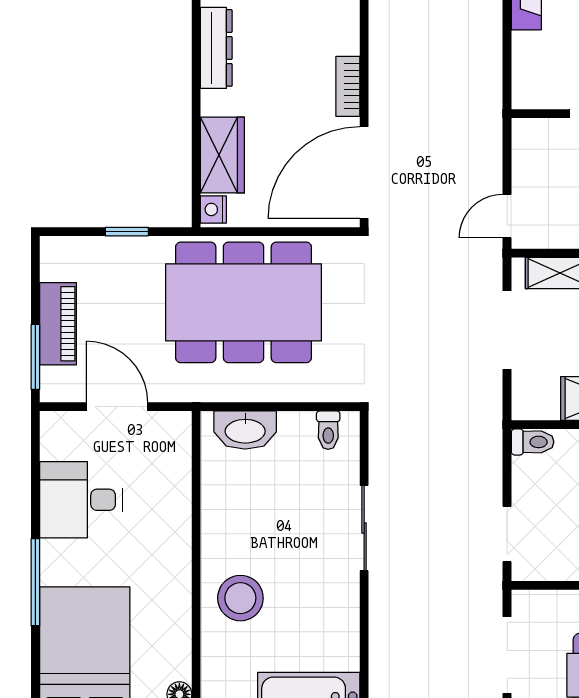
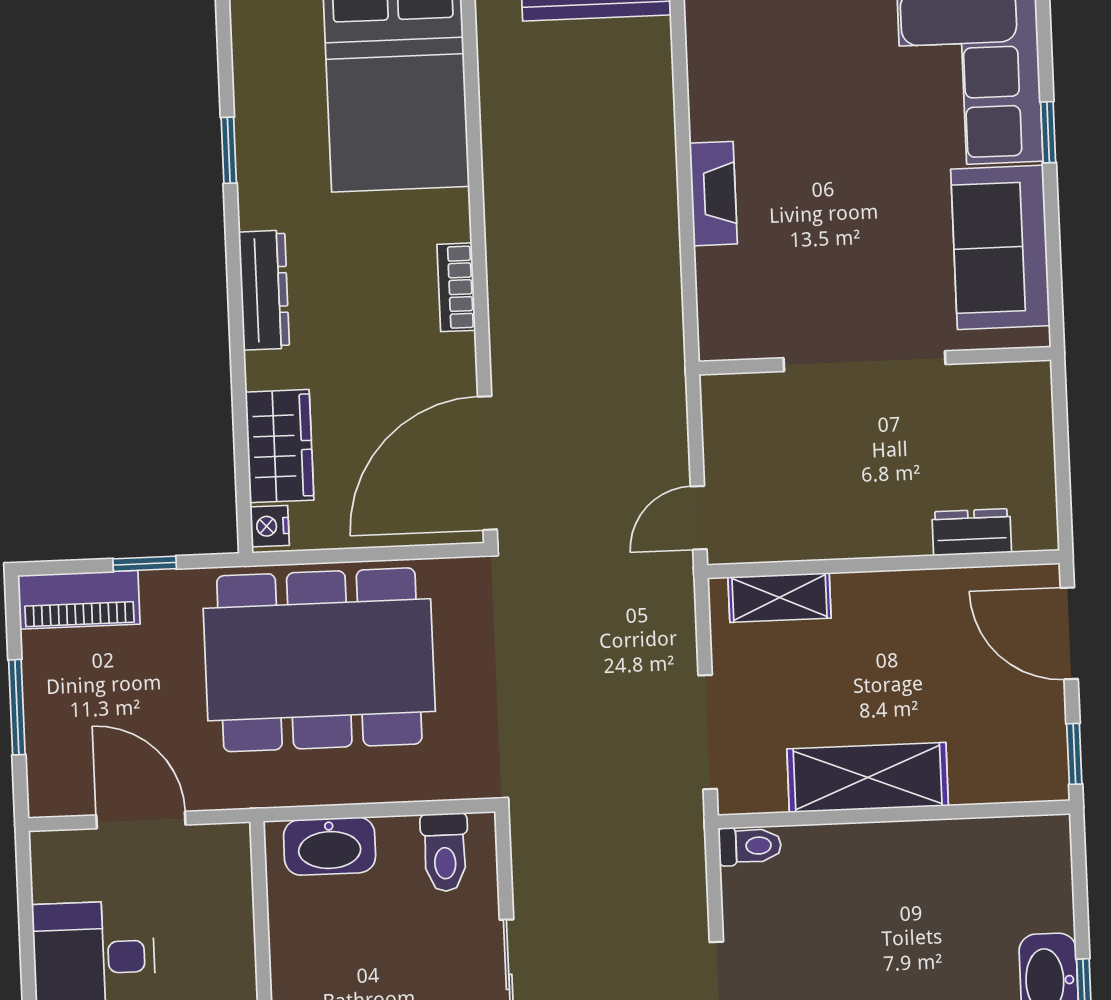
bookcase: (348, 86) -> (456, 287), moved
piano: (58, 324) -> (79, 600), moved, turned 90
doorway: (507, 330) -> (708, 732), moved
window: (35, 357) -> (17, 707), moved
toilet: (328, 430) -> (445, 852), width x1.37, depth x1.39

